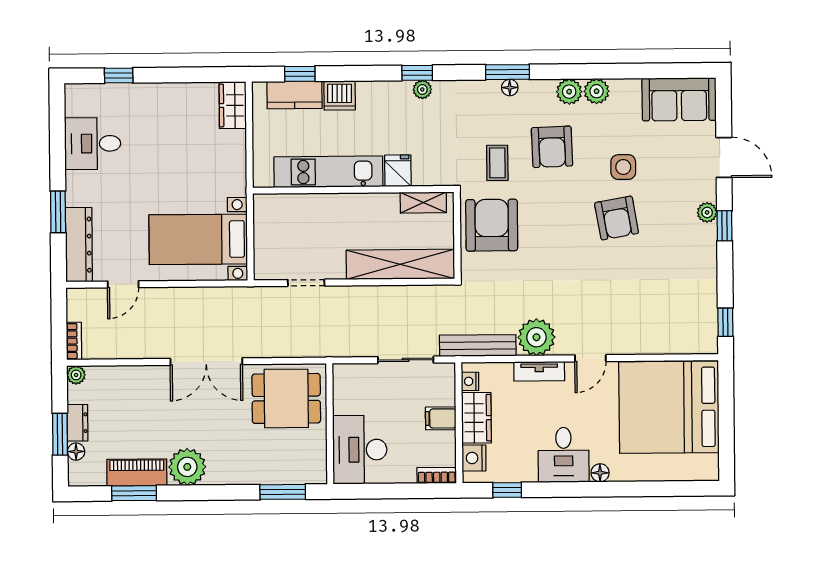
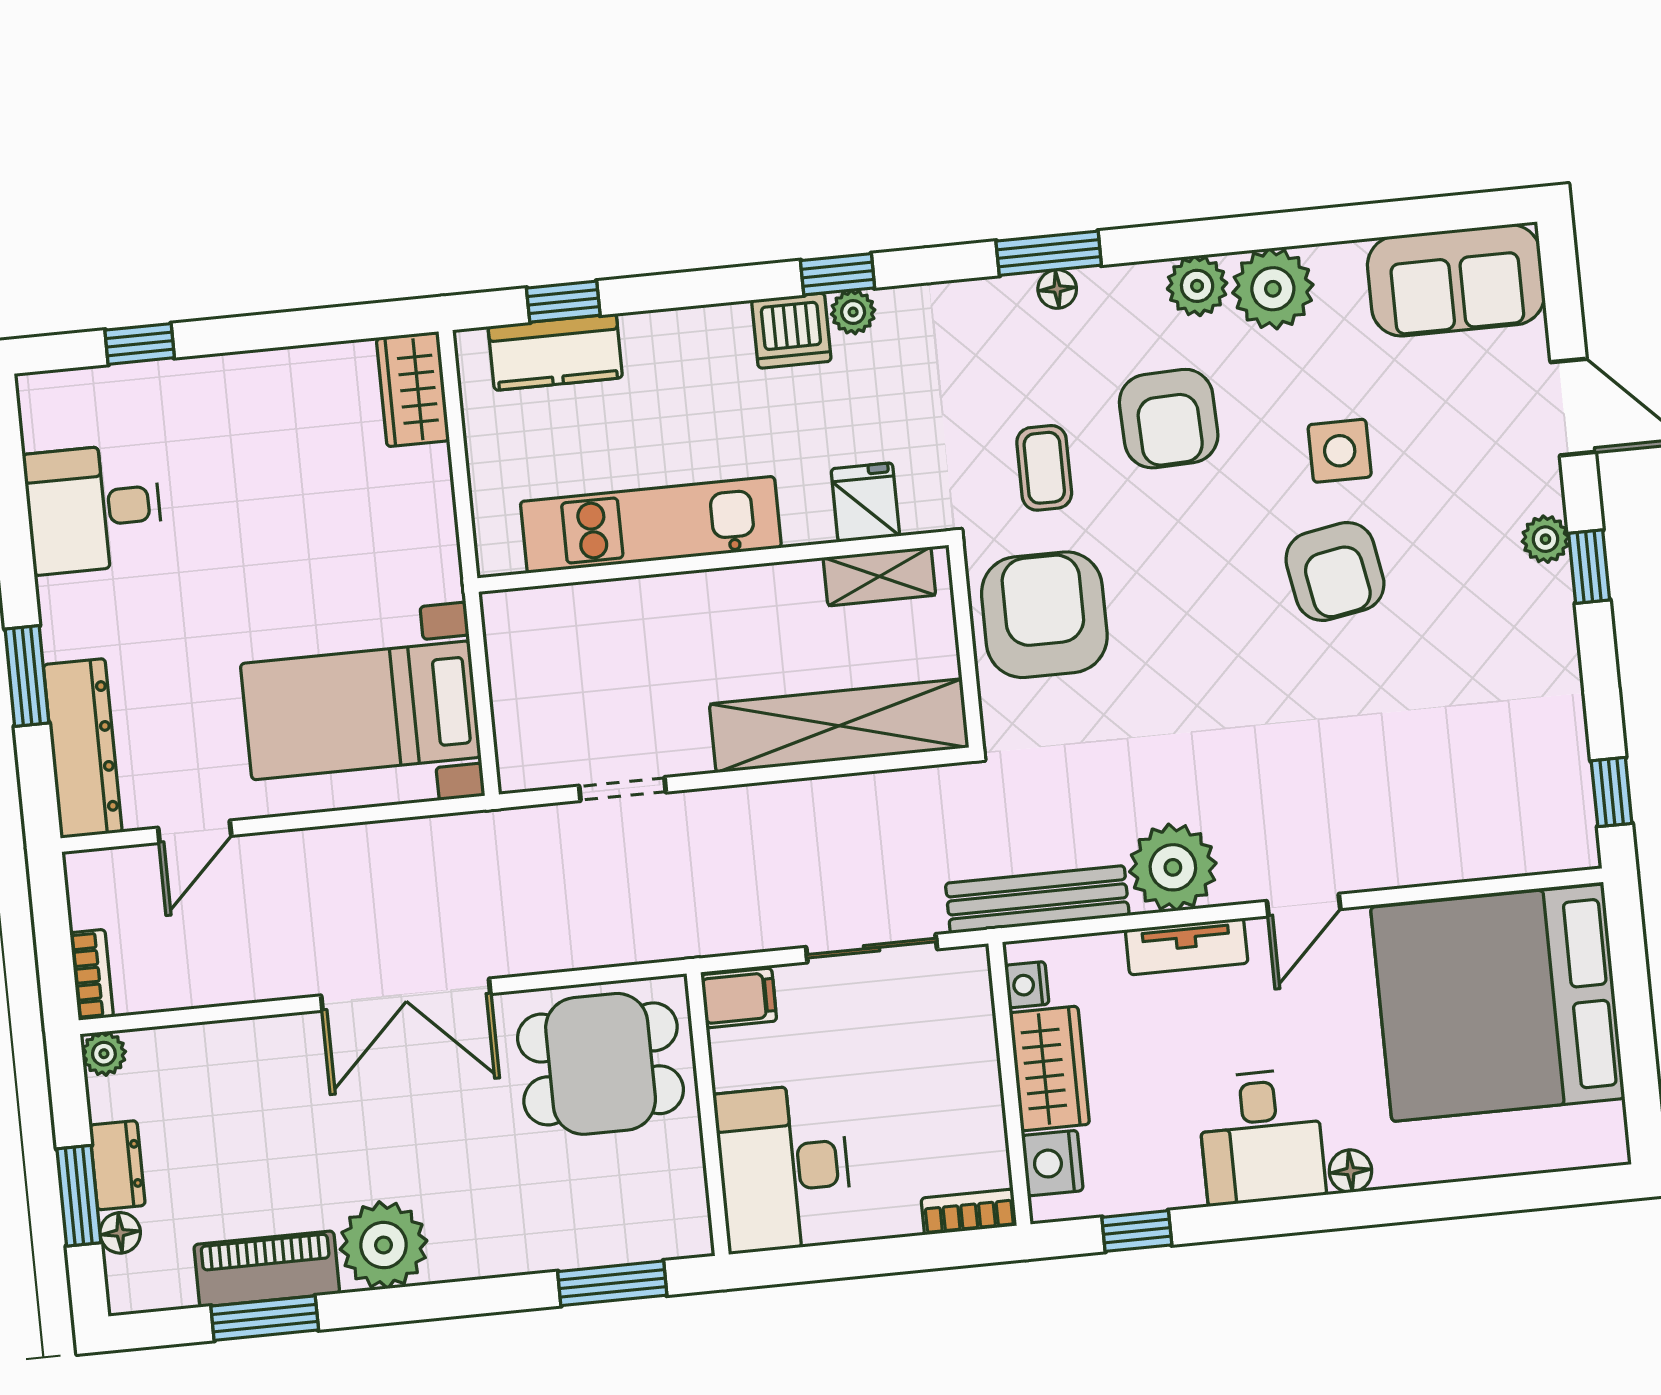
plant: (597, 91) -> (1273, 289), width x1.36, depth x1.36
dishwasher: (340, 95) -> (791, 331), moved
fridge: (398, 171) -> (865, 502), moved
filing cabinet: (441, 418) -> (739, 998), moved, turned 180

